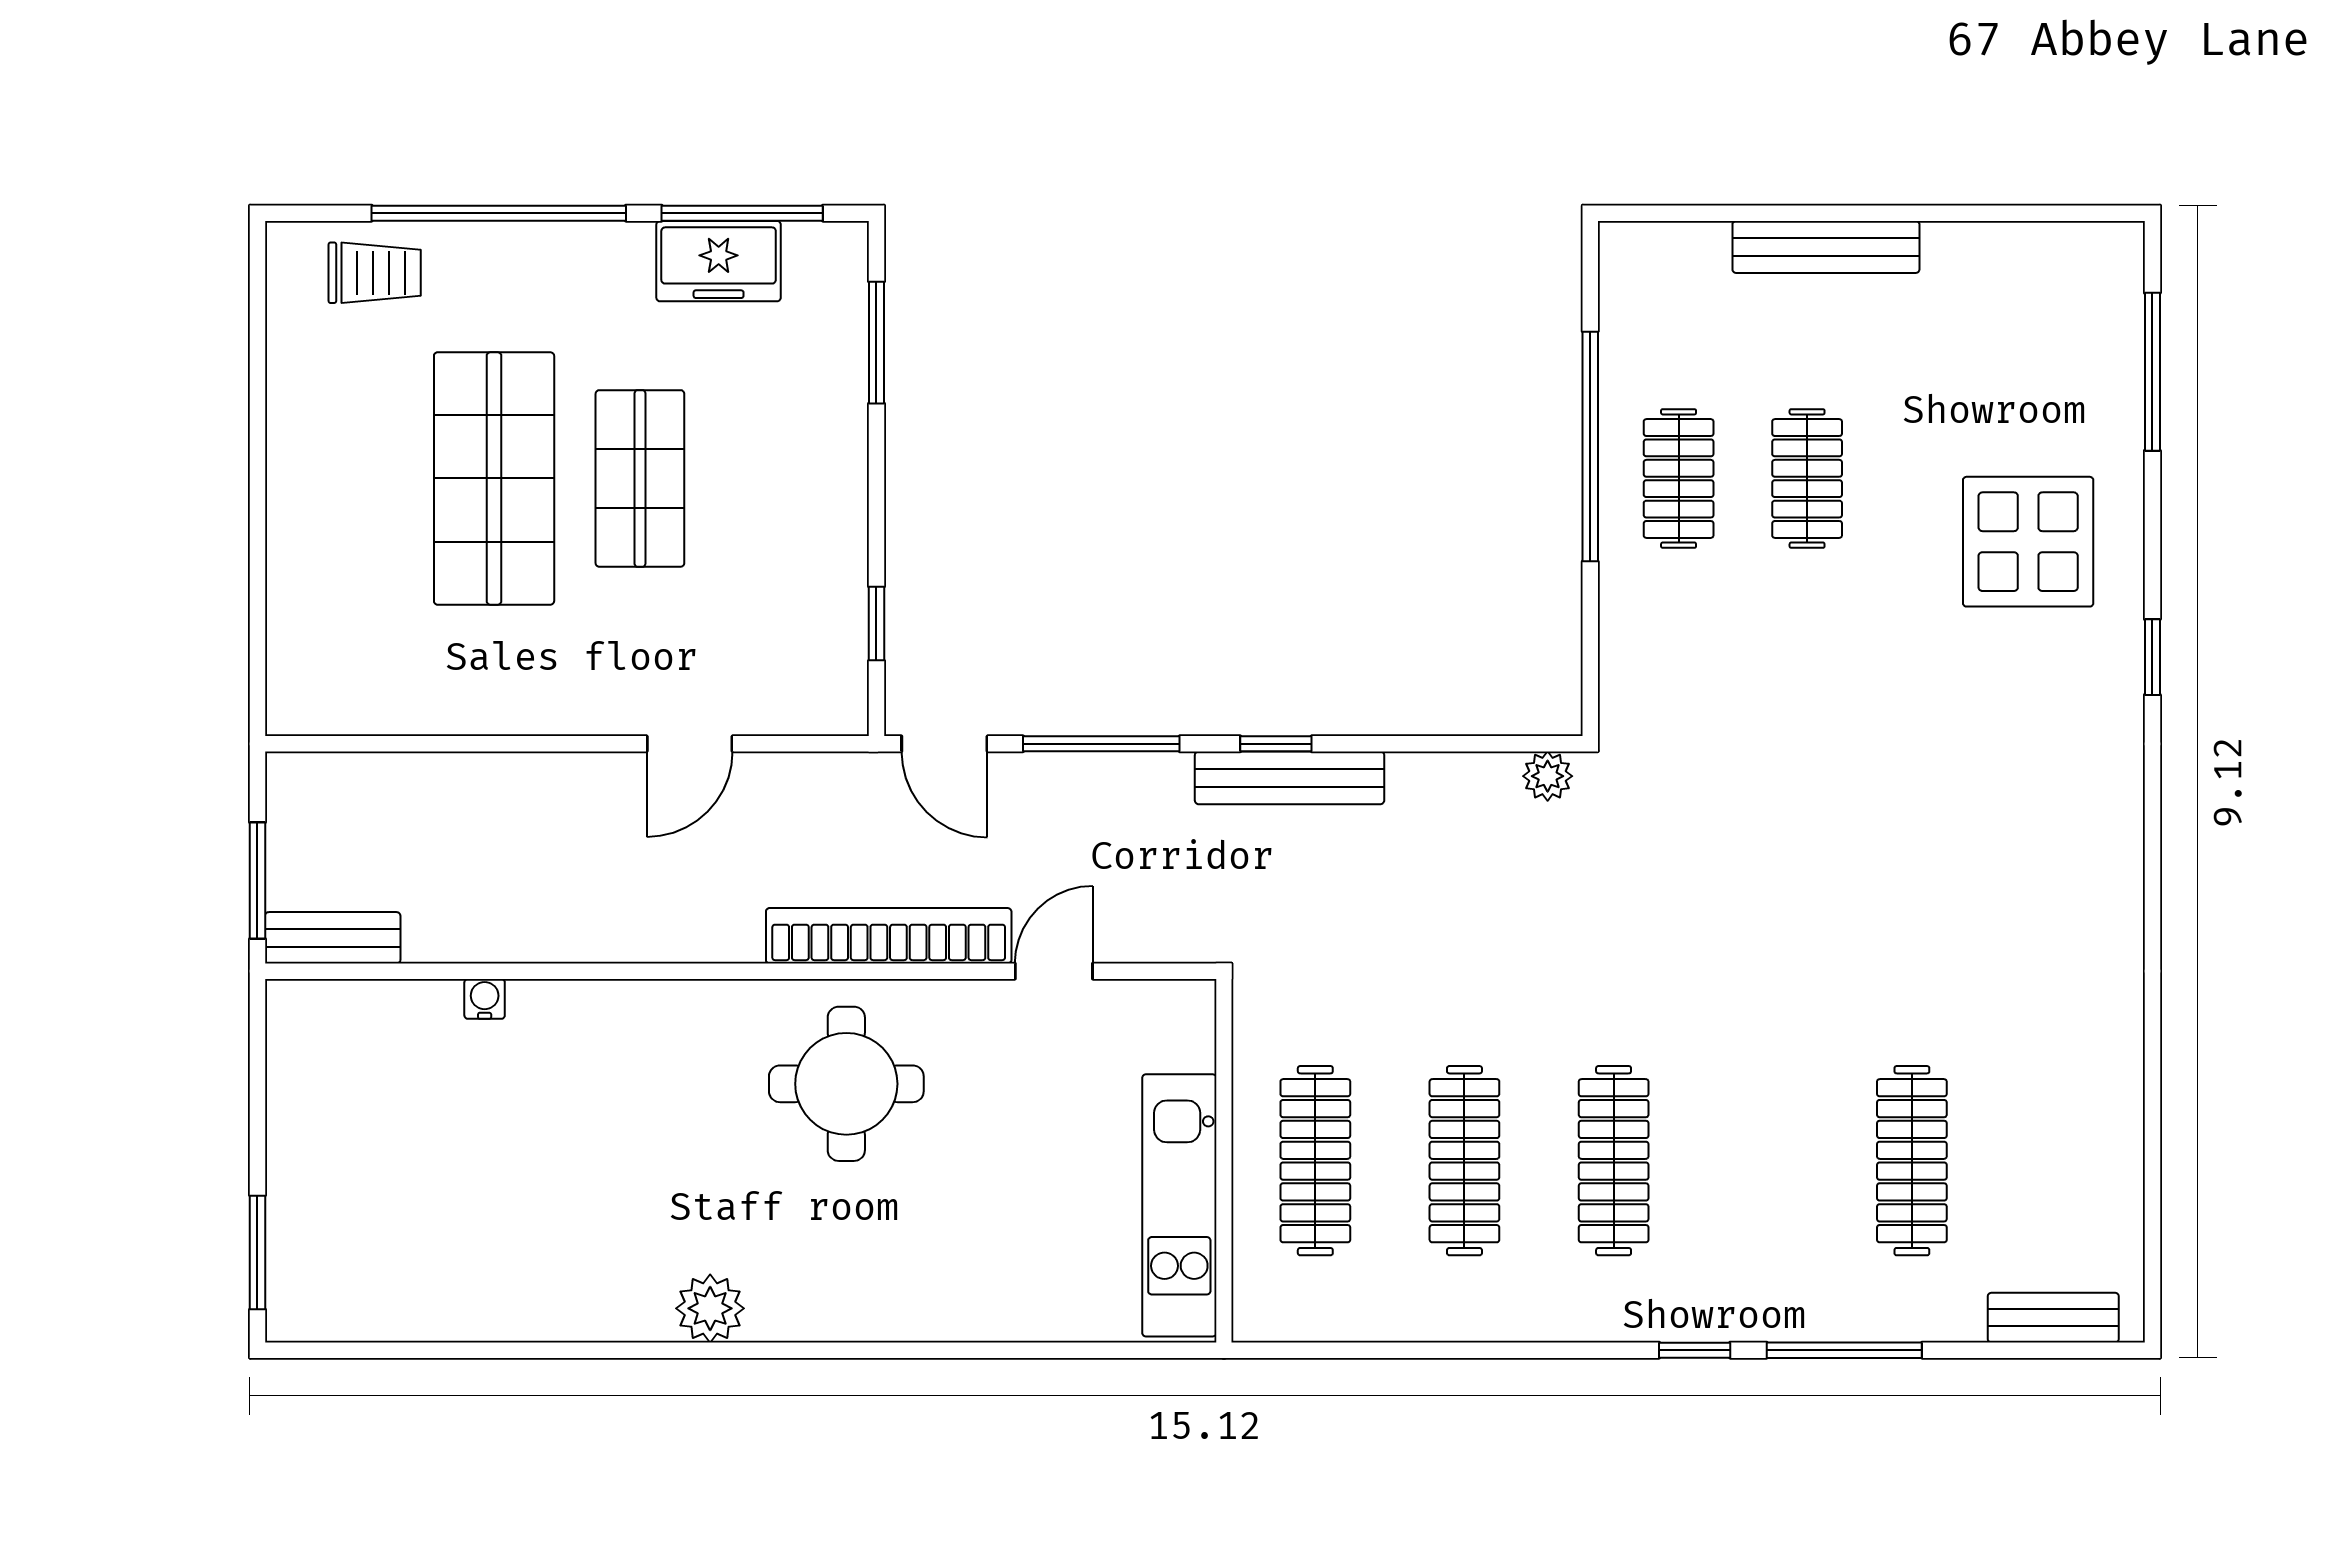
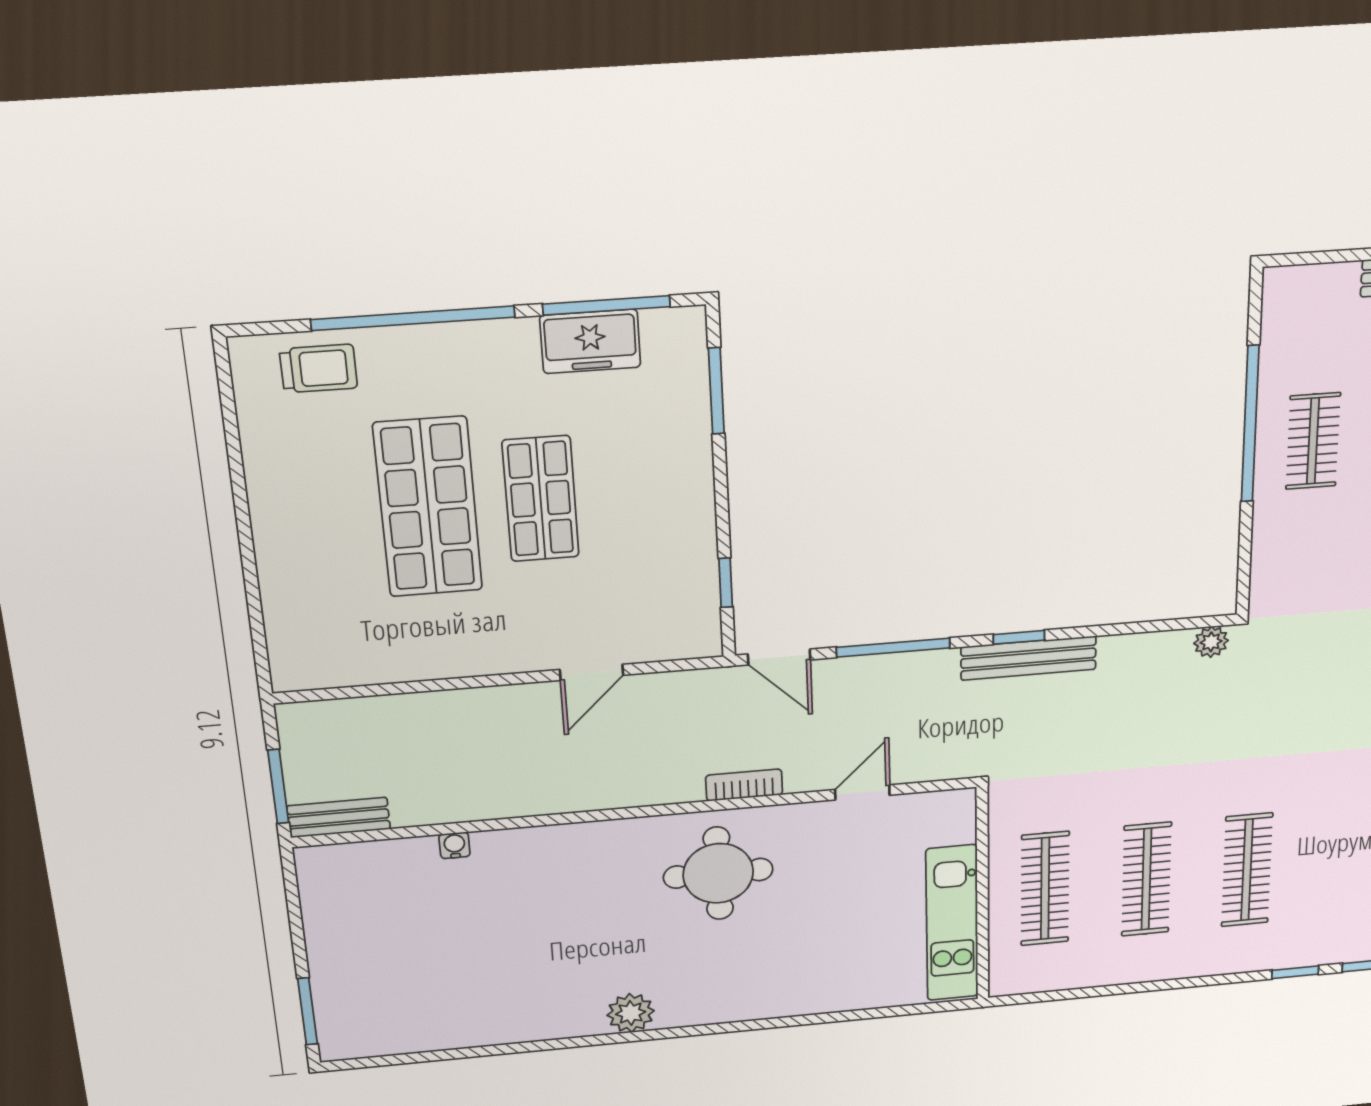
bookcase: (889, 936) -> (744, 785), width x0.43, depth x0.76

